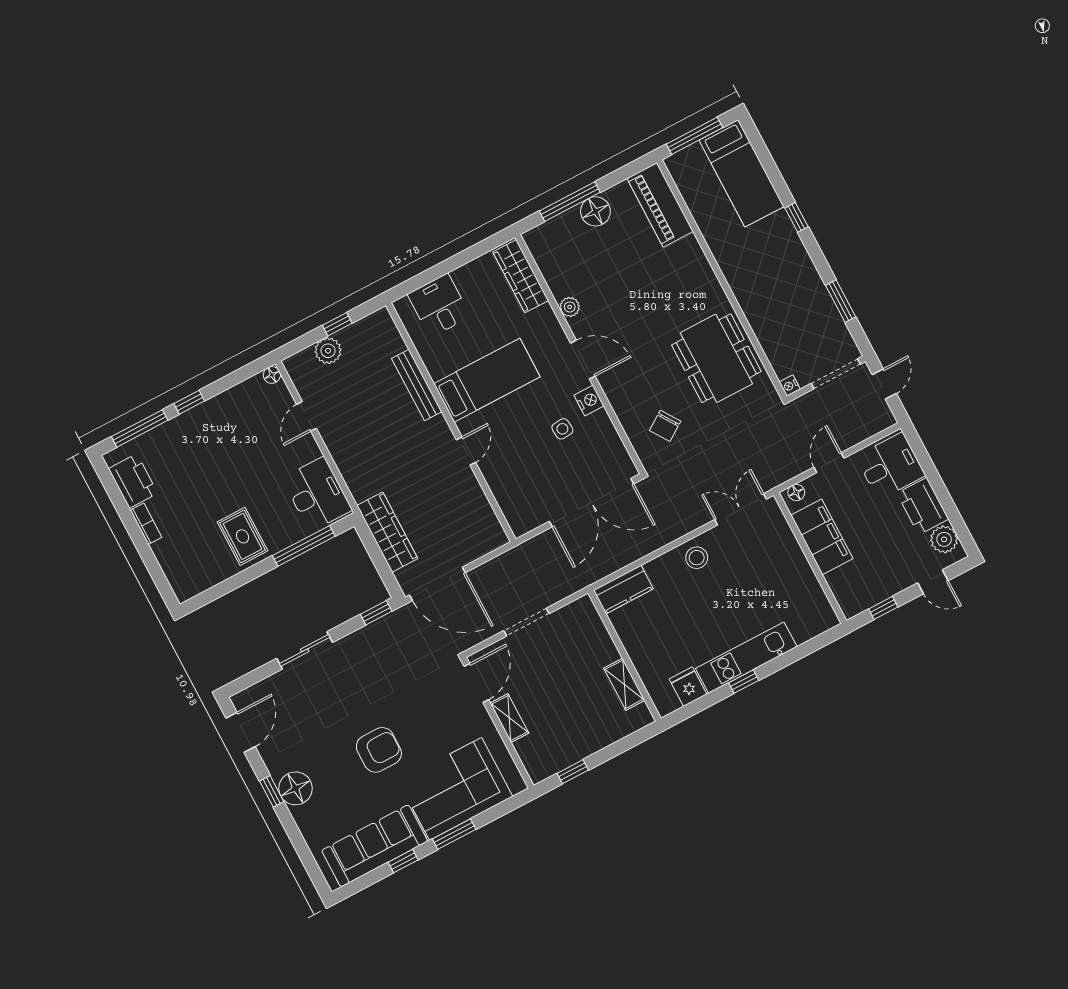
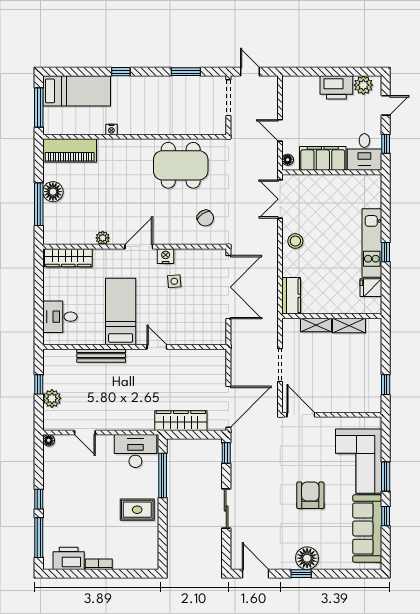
nightstand: (790, 386) -> (111, 130), moved
desk: (890, 466) -> (364, 152), moved, turned 180
shelving: (509, 718) -> (316, 325), moved

